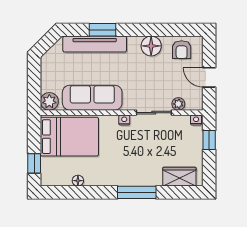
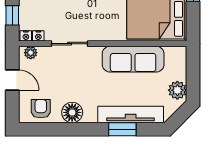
plant: (49, 101) -> (177, 90), moved
plant: (178, 104) -> (31, 53), moved
nightstand: (124, 120) -> (38, 36), moved

